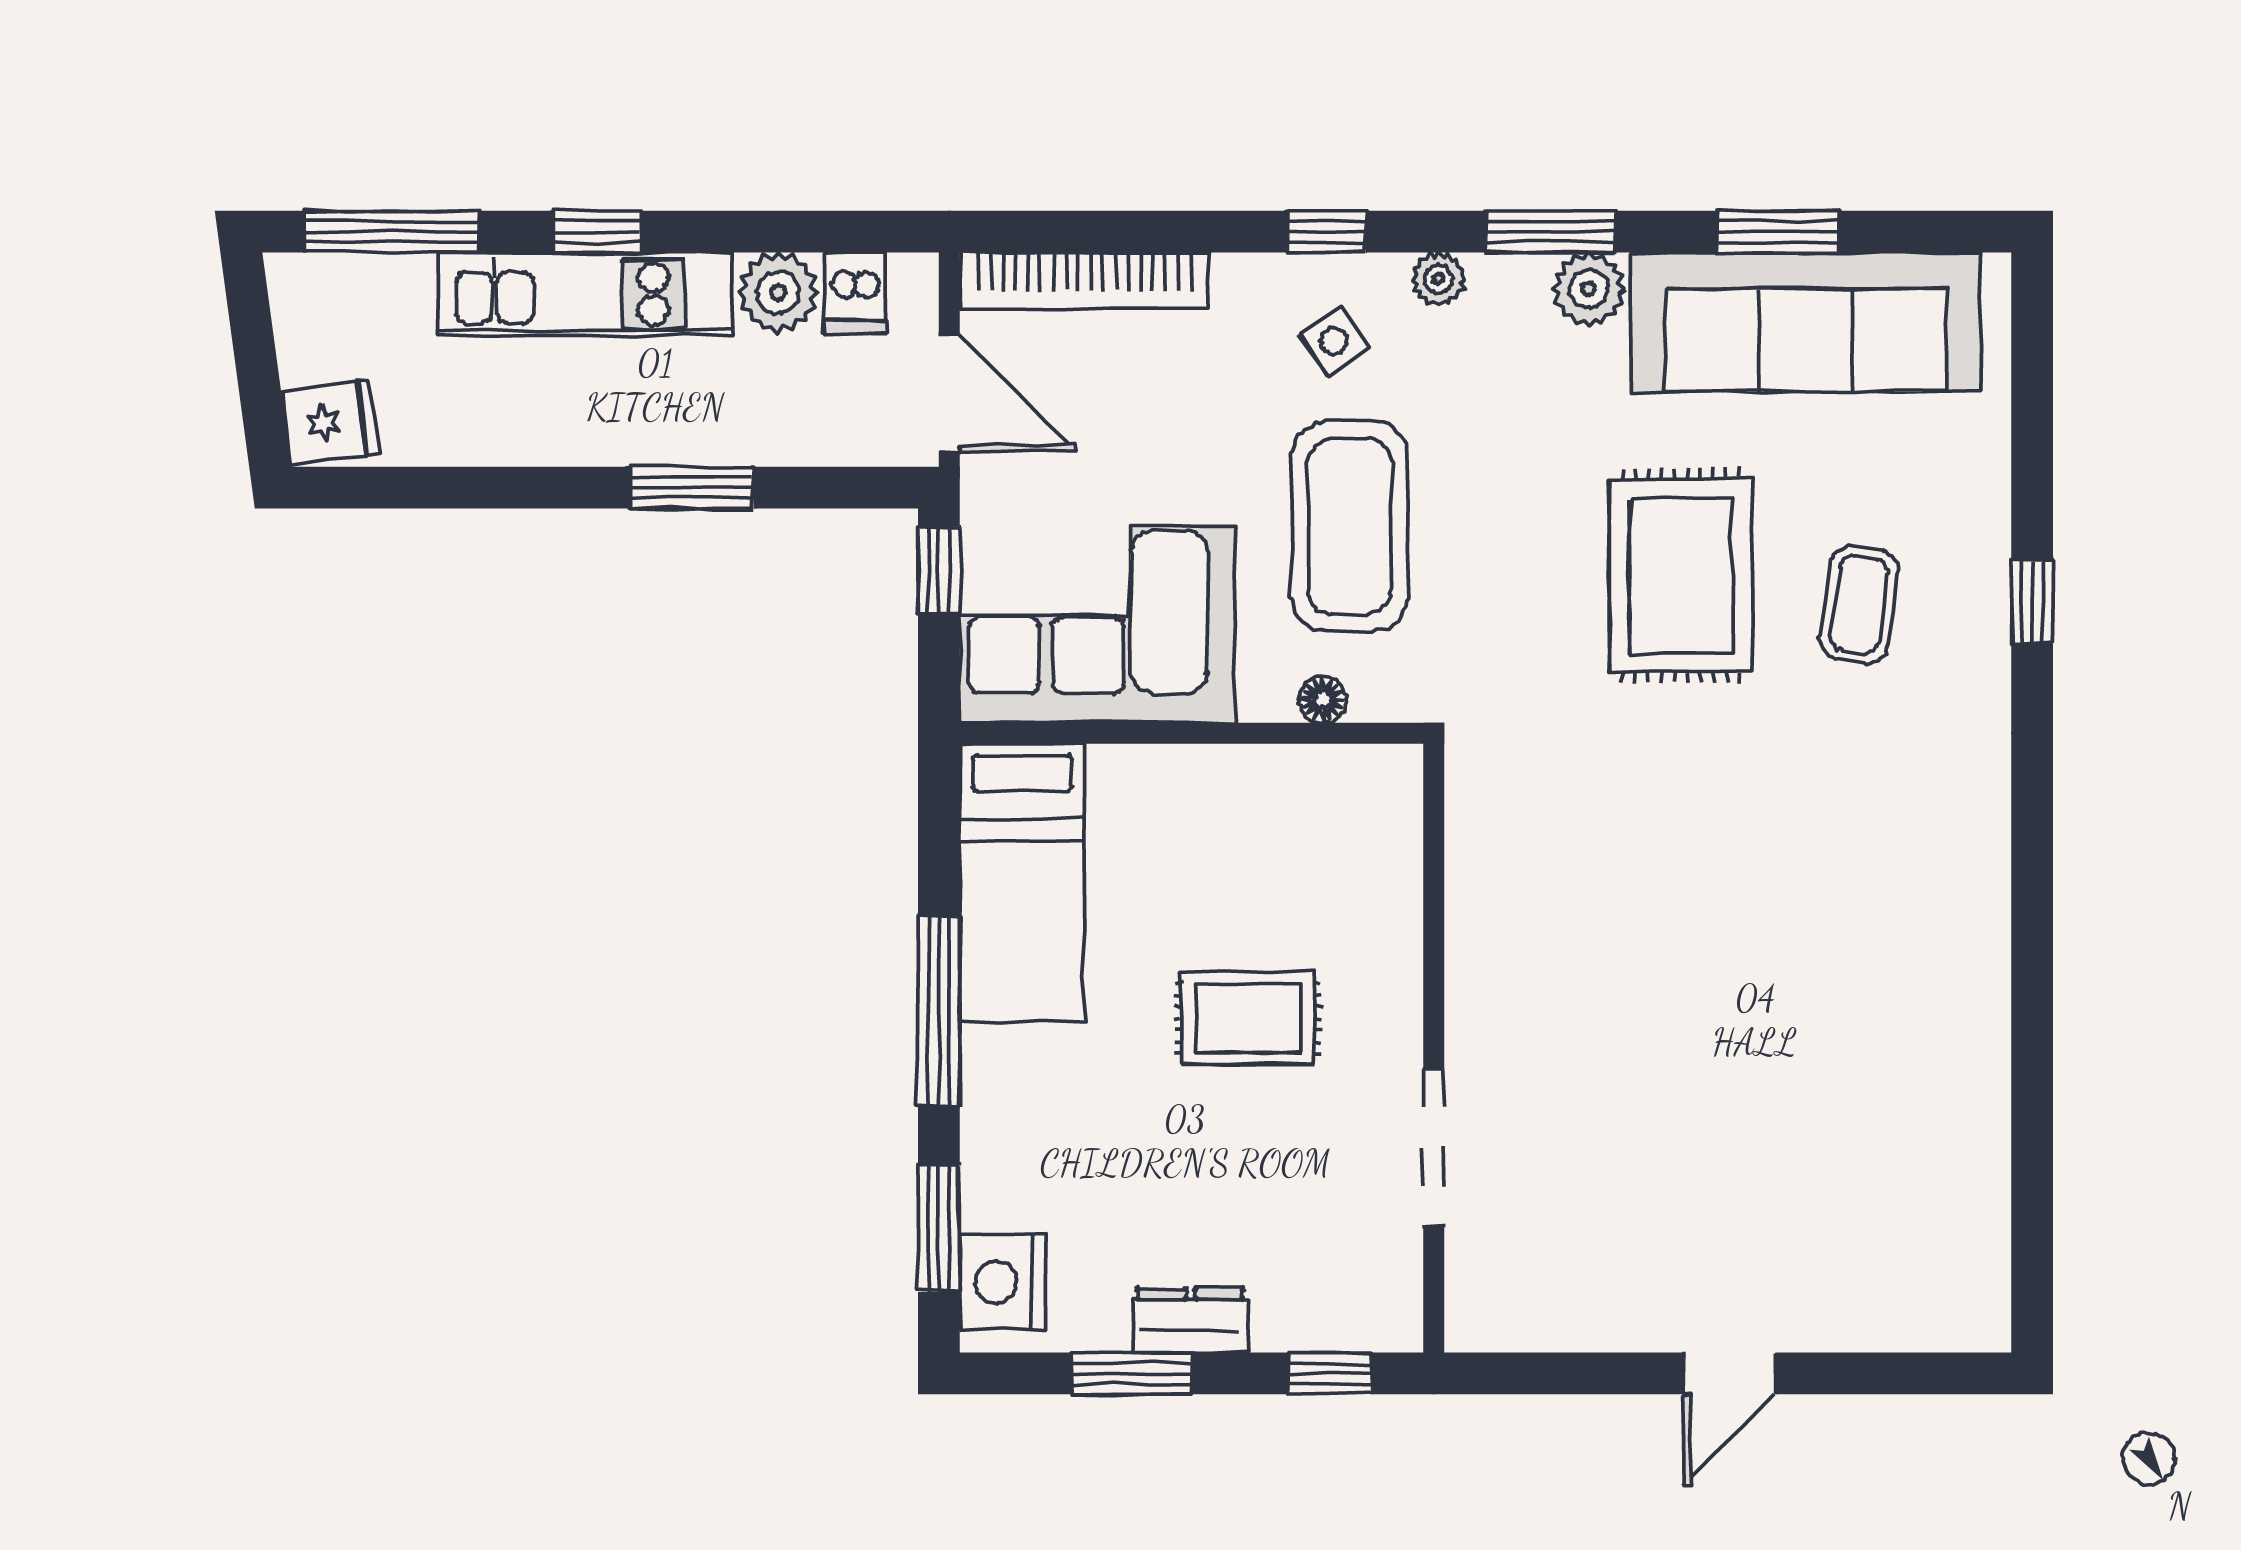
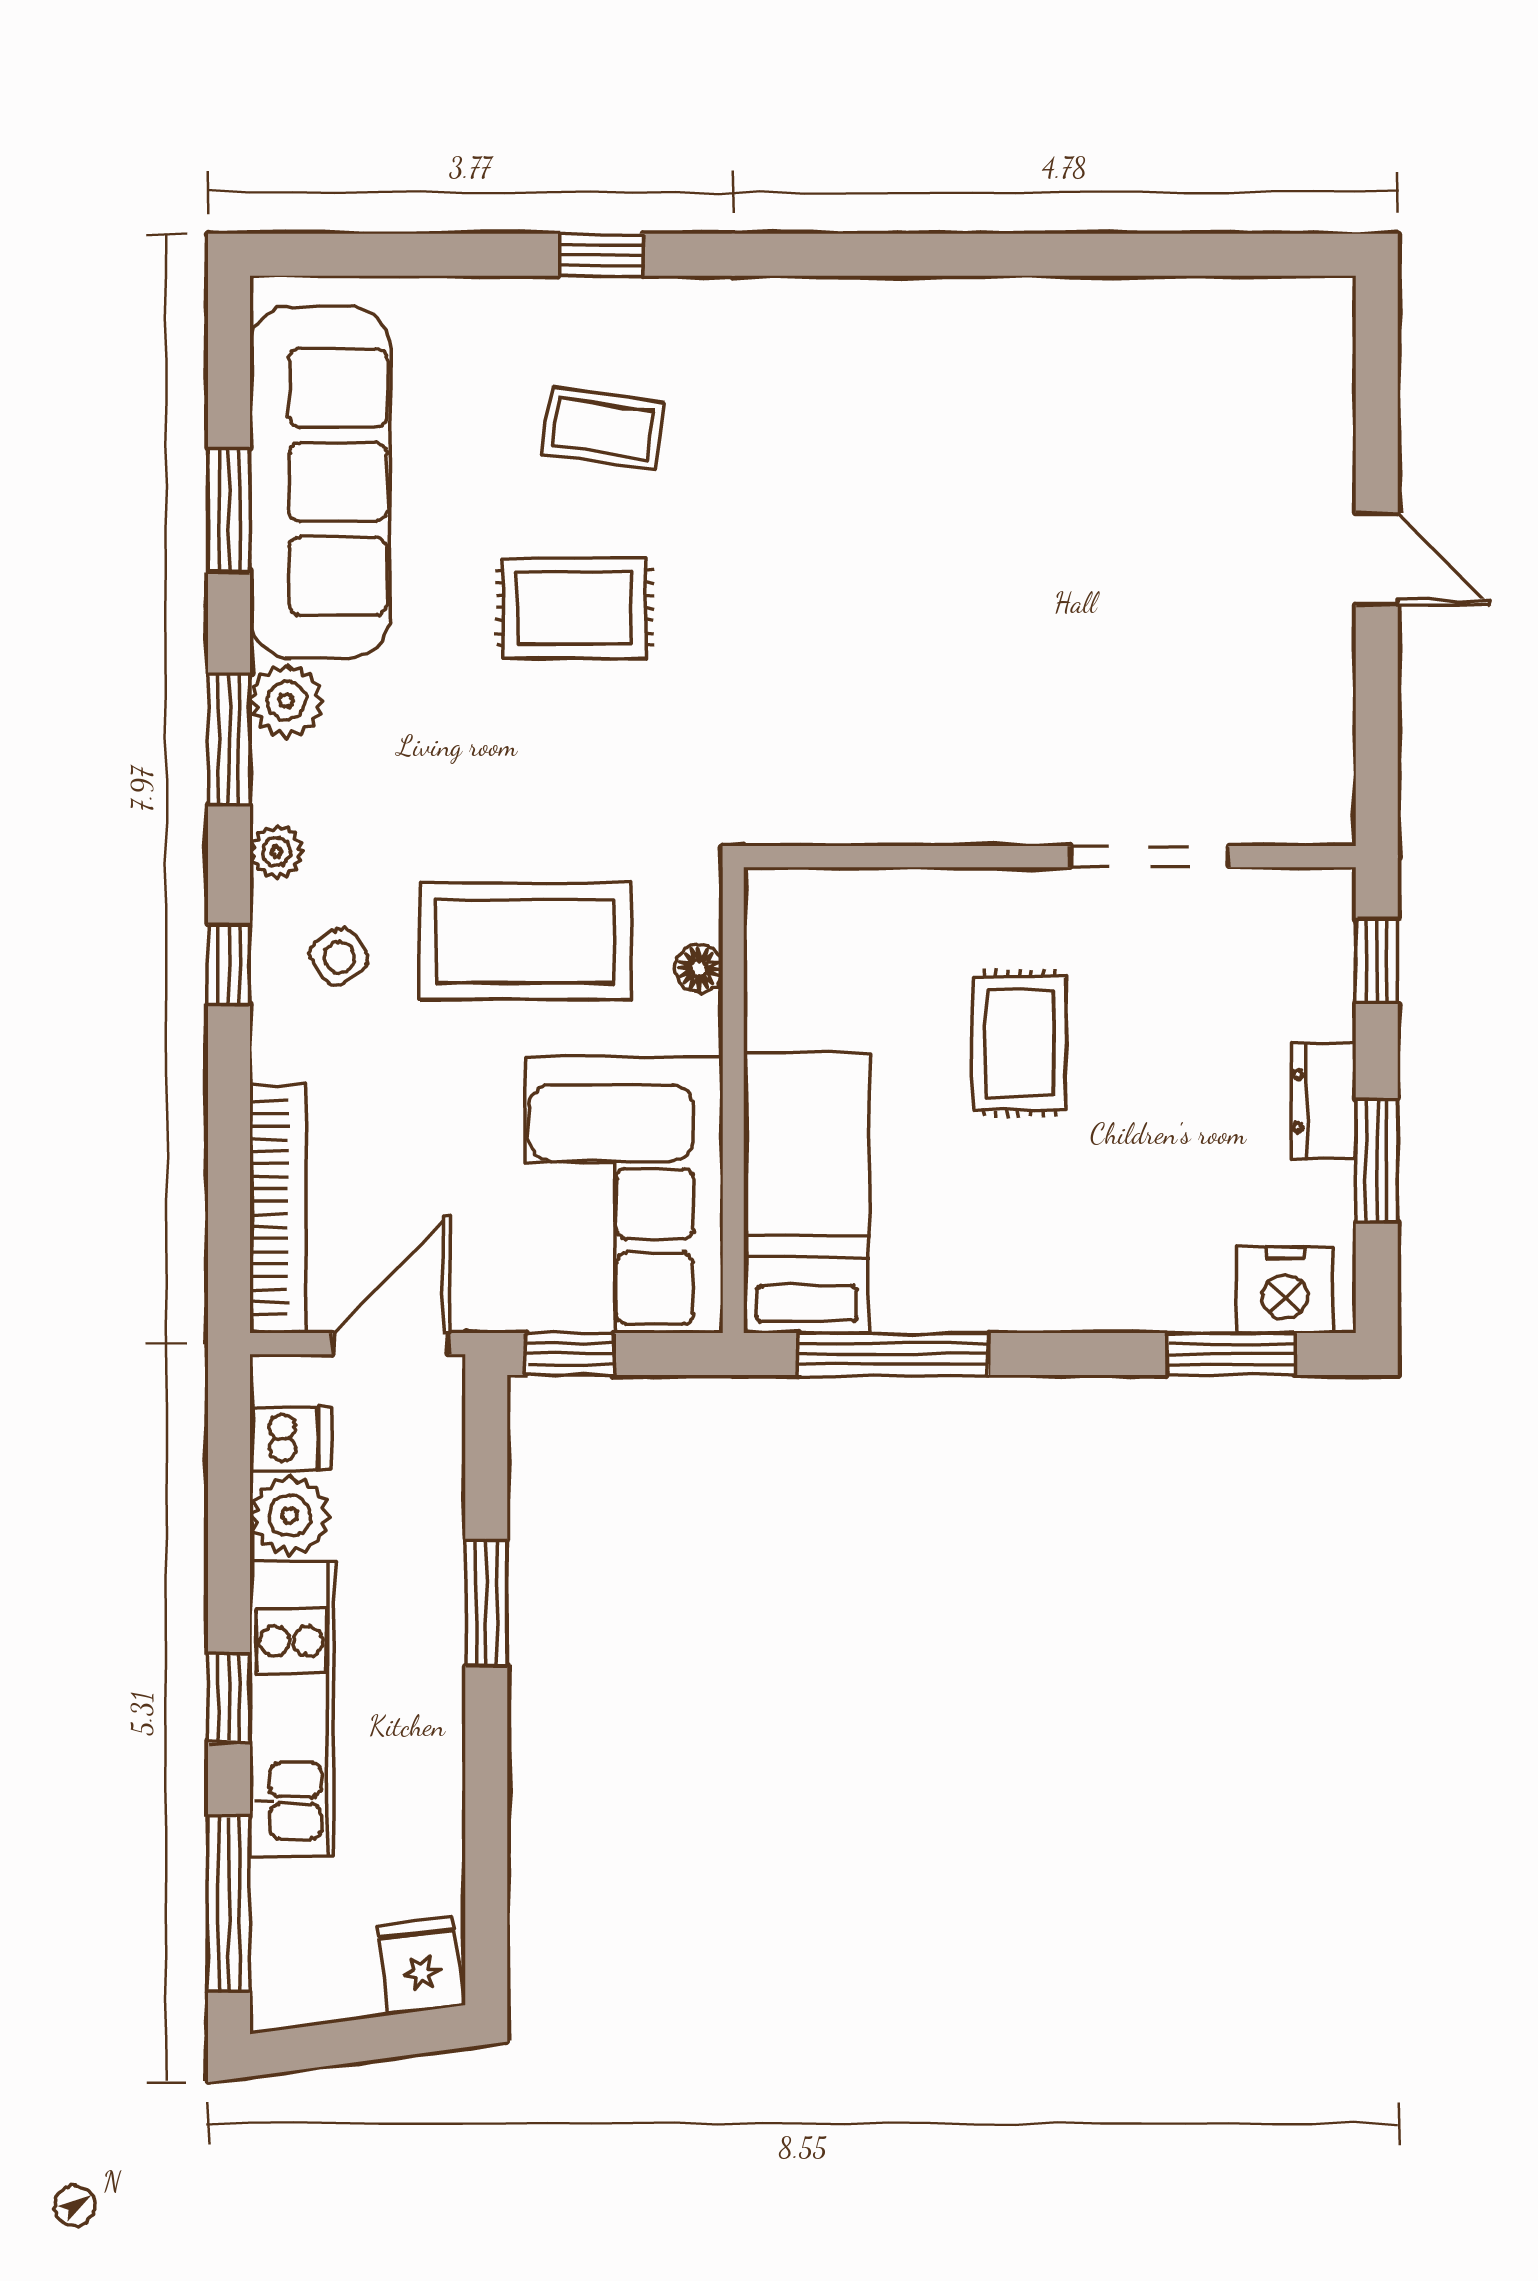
rug: (1681, 576) -> (575, 608), width x0.73, depth x0.70
bed: (1022, 883) -> (807, 1193), moved, turned -90
window: (939, 1011) -> (893, 1354), moved

